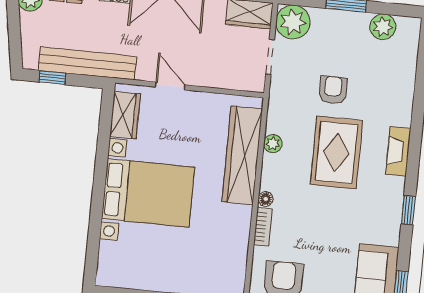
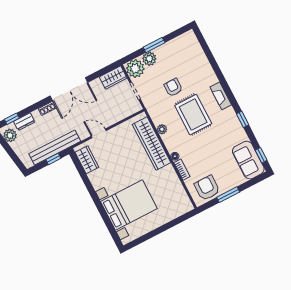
plant: (383, 27) -> (149, 59), moved
window: (52, 78) -> (53, 159), moved
bed with nightstands: (148, 193) -> (129, 205), moved

